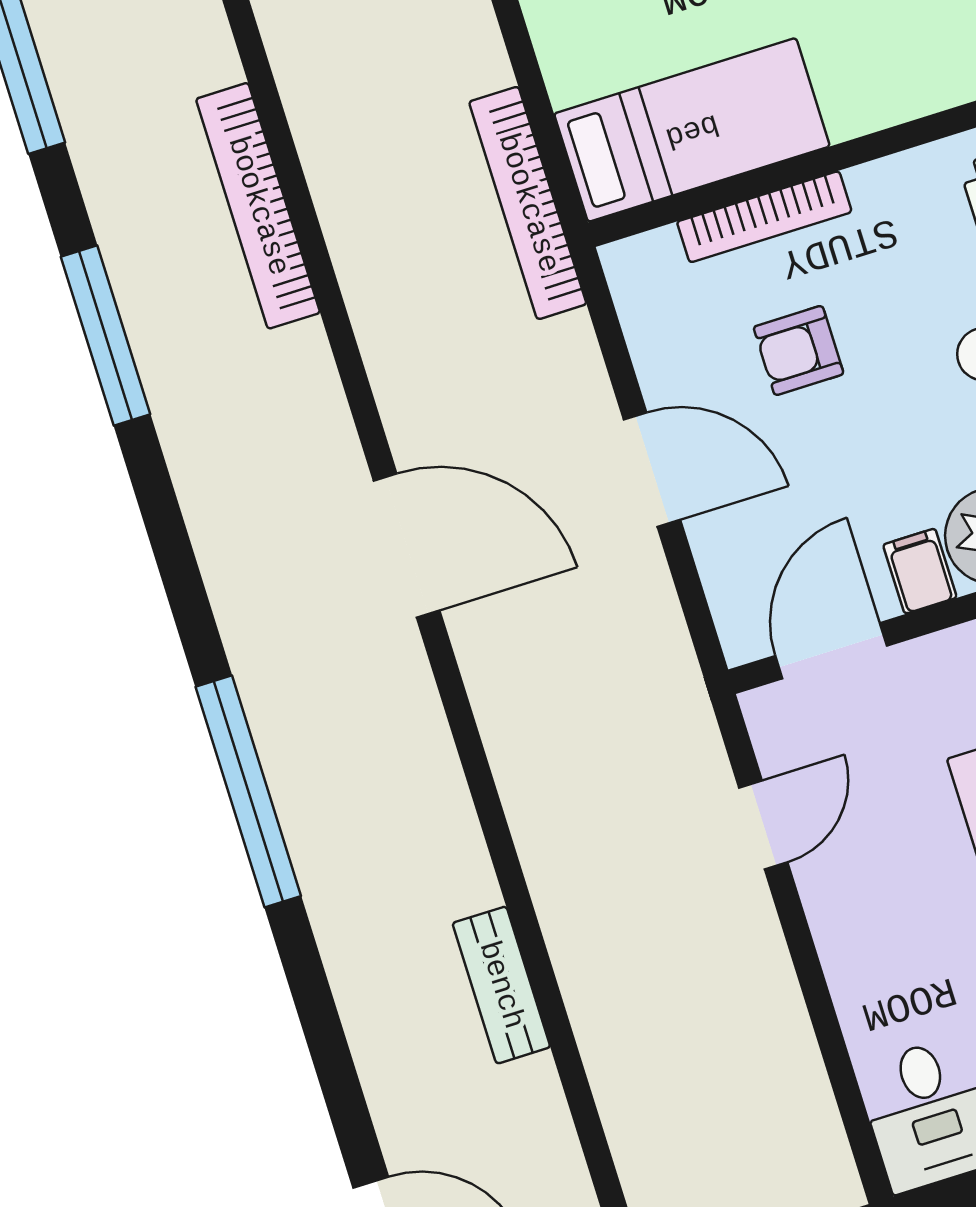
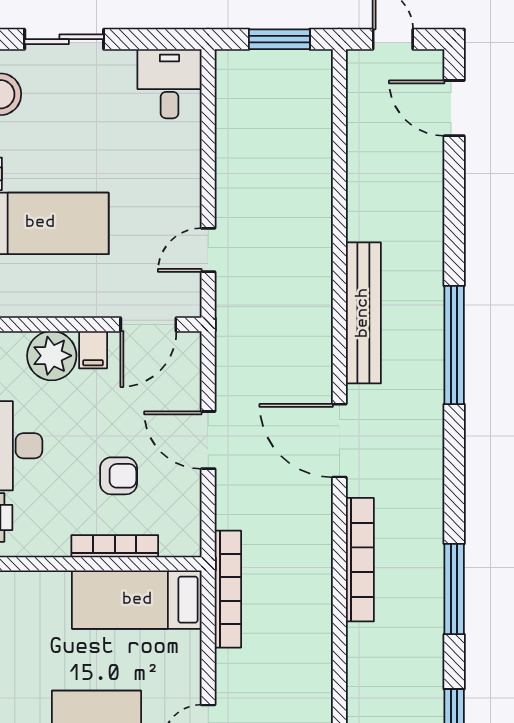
bookcase: (258, 206) -> (360, 560), moved
bench: (501, 985) -> (363, 313), moved, width x1.86, depth x1.21

